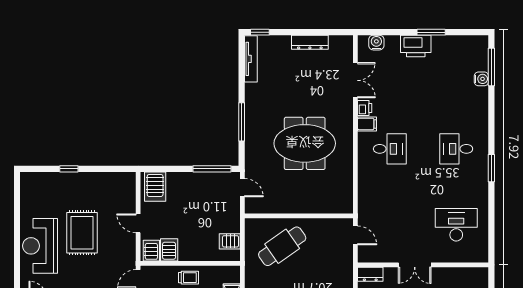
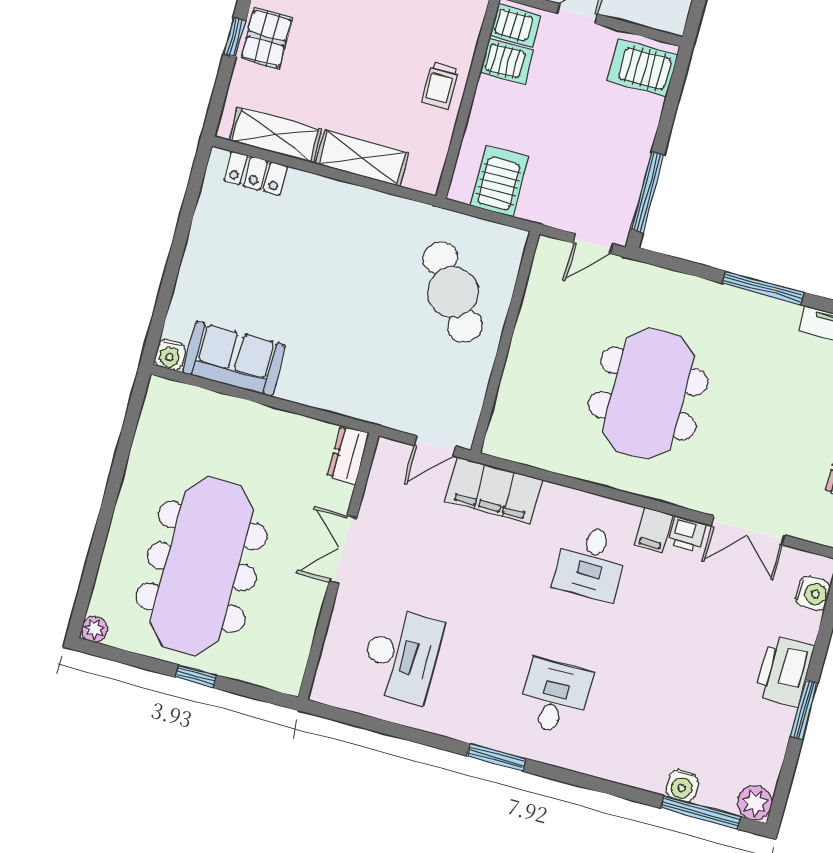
plant: (480, 43) -> (755, 803), added
window: (242, 122) -> (763, 288), moved
filing cabinet: (369, 203) -> (494, 490), added
server rack: (230, 241) -> (499, 181), width x1.36, depth x1.44

